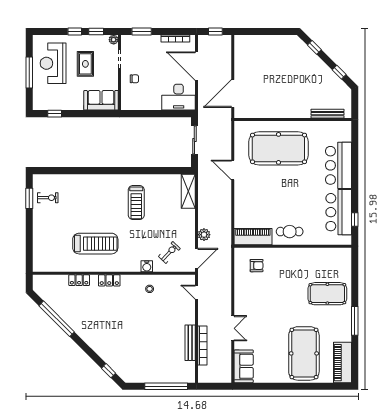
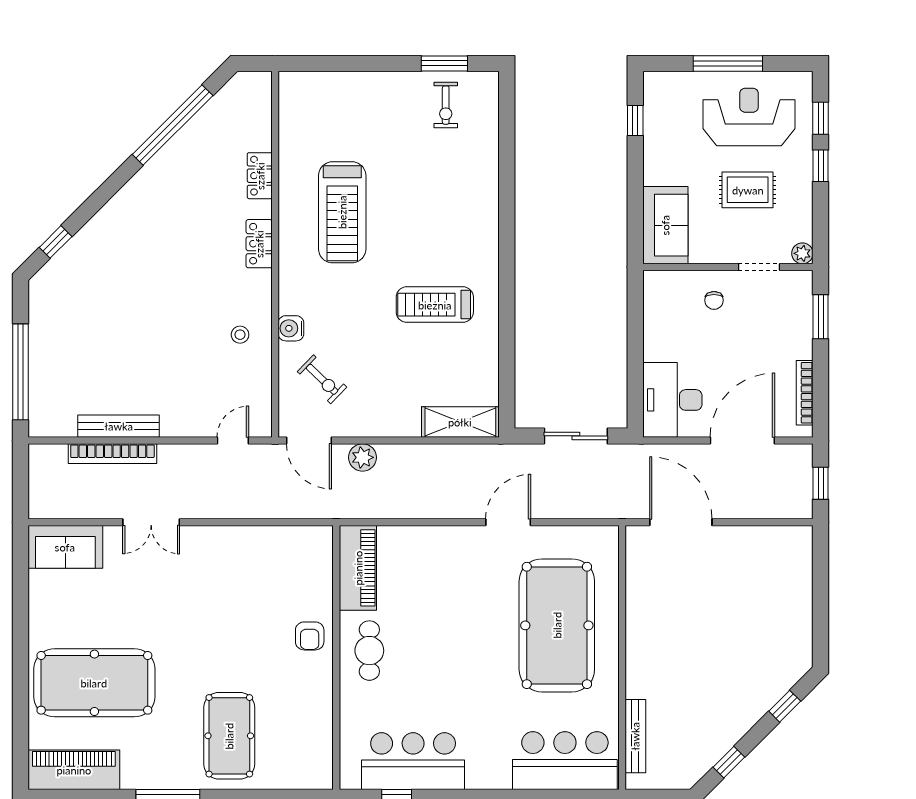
window: (96, 32) -> (821, 118), moved
bar counter: (338, 165) -> (565, 761), moved
armchair: (257, 266) -> (310, 636), moved

